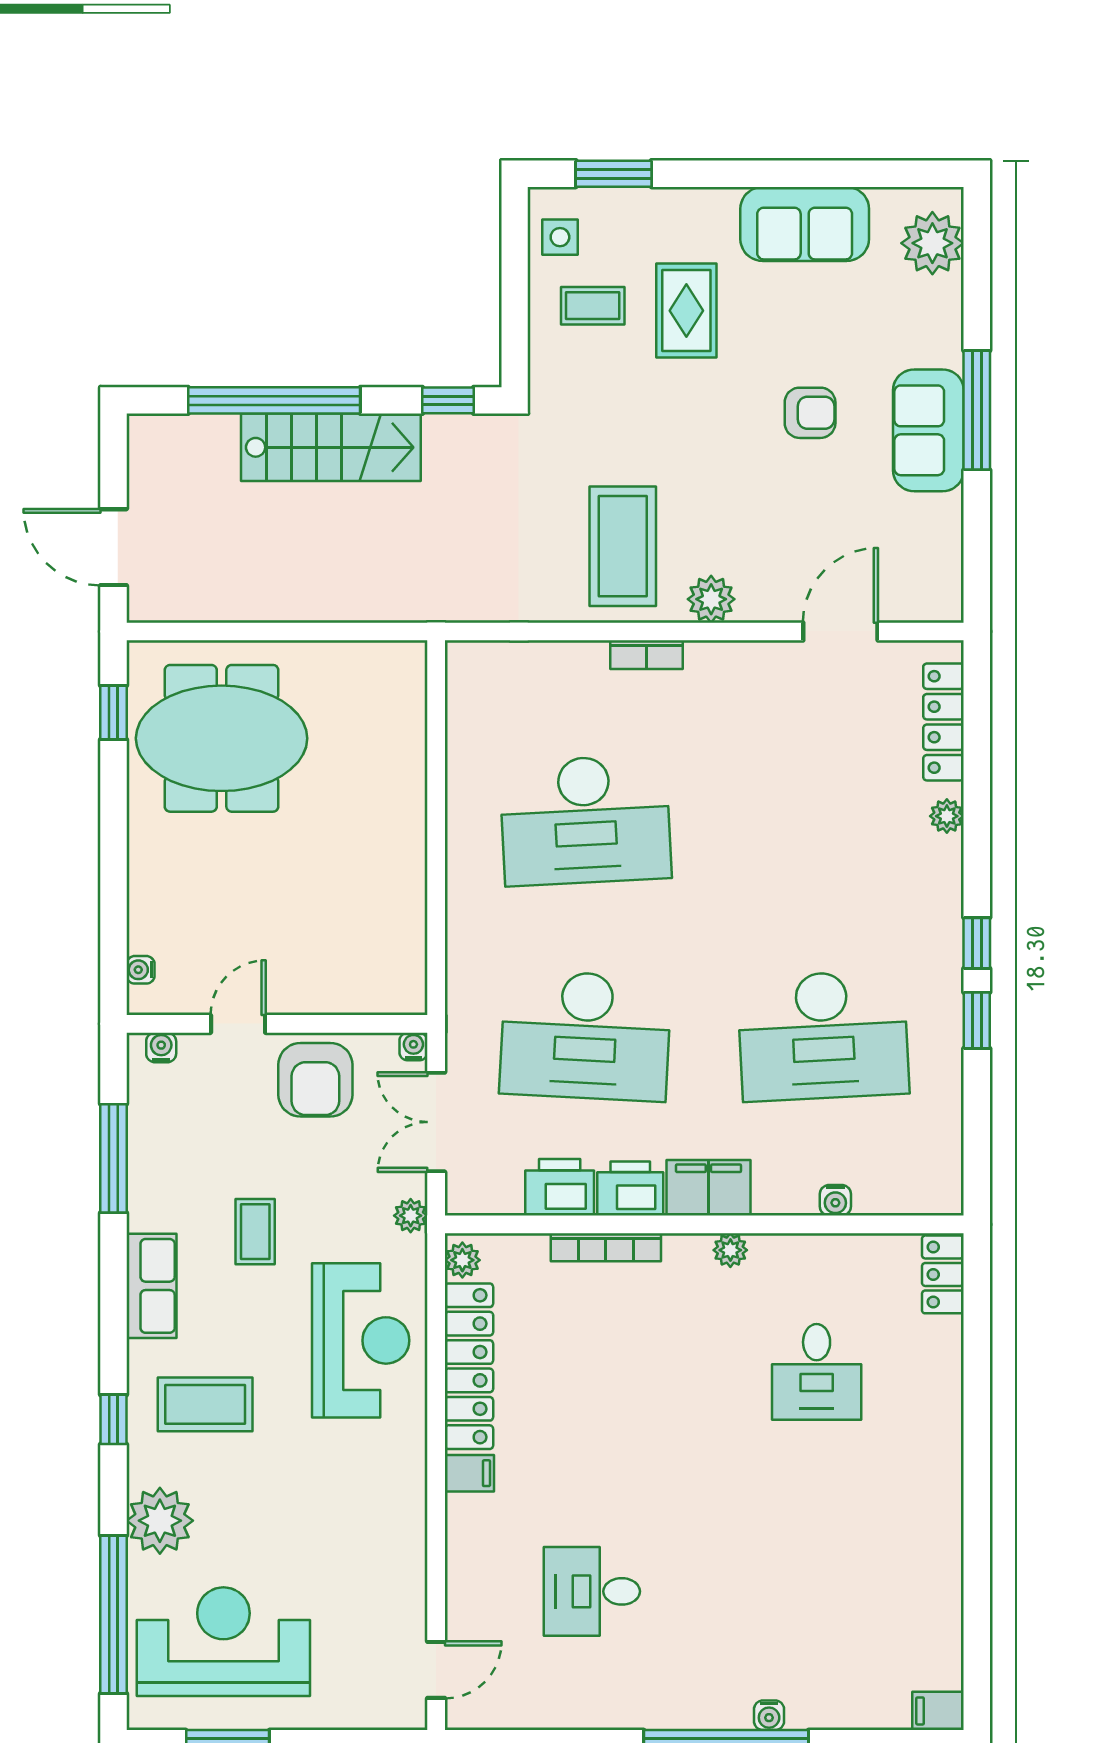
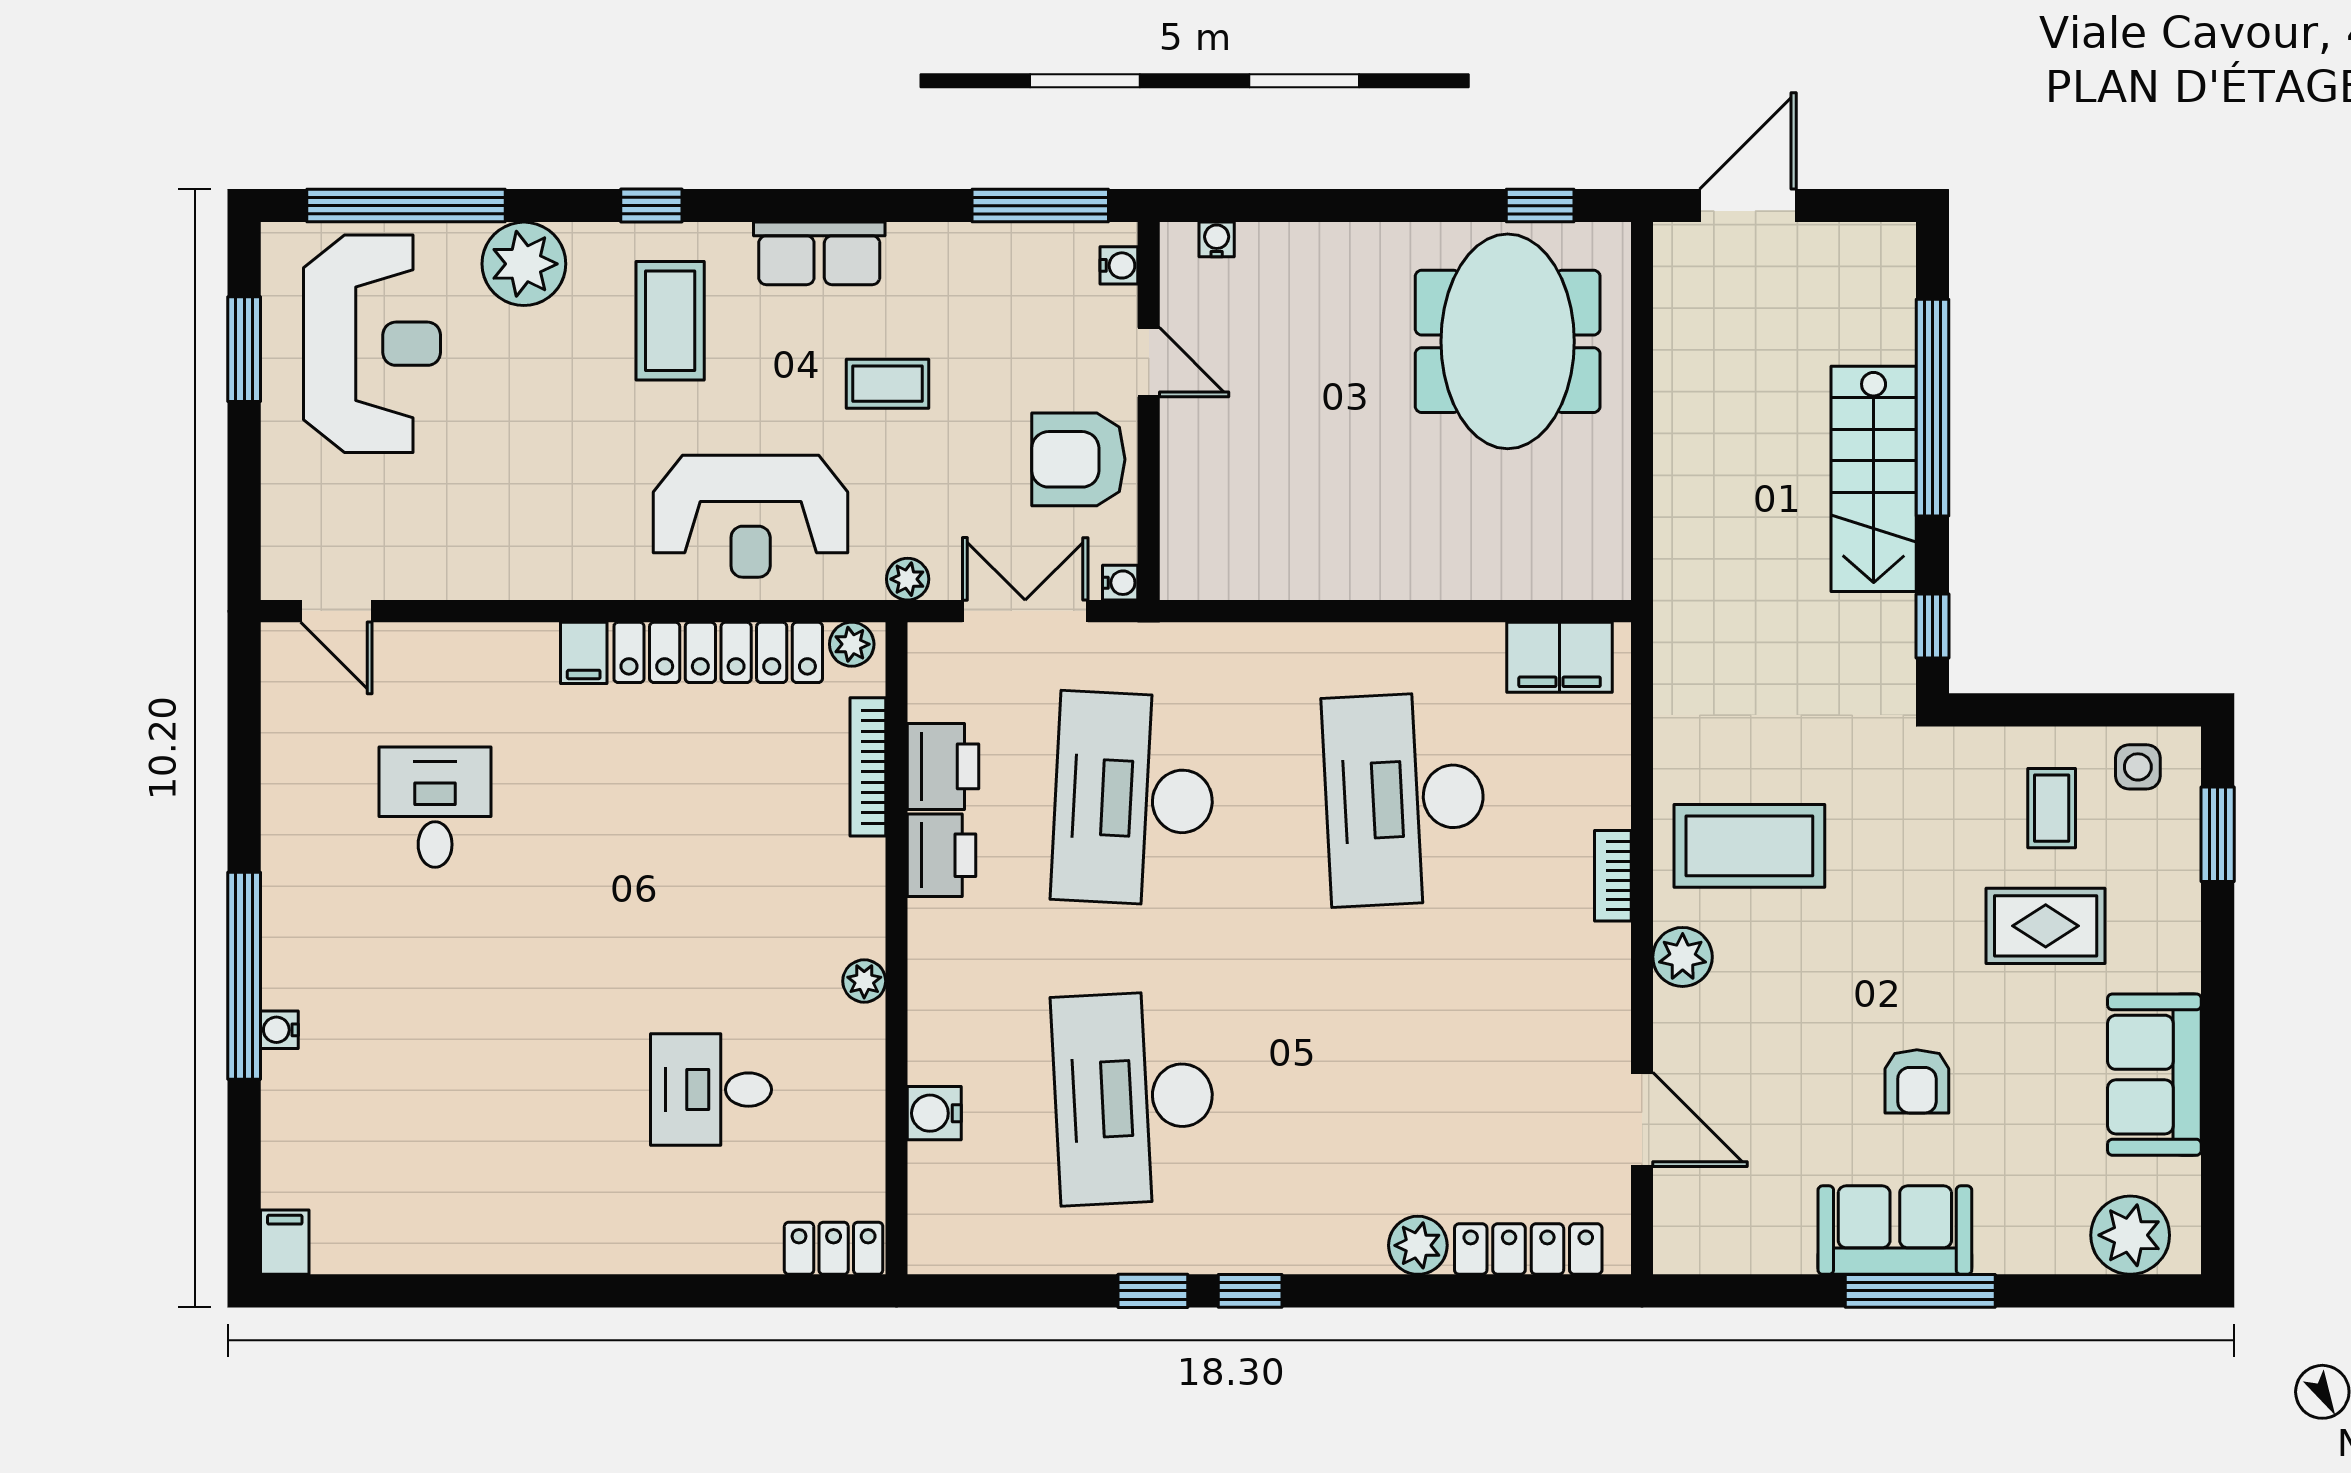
plant: (947, 816) -> (1418, 1245), width x1.38, depth x1.38
window: (113, 1158) -> (1040, 206), moved
filing cabinet: (708, 1188) -> (1560, 657), moved, turned 90
water cooler: (835, 1200) -> (934, 1113), width x1.38, depth x1.38
bookcase: (606, 1247) -> (868, 767), moved

